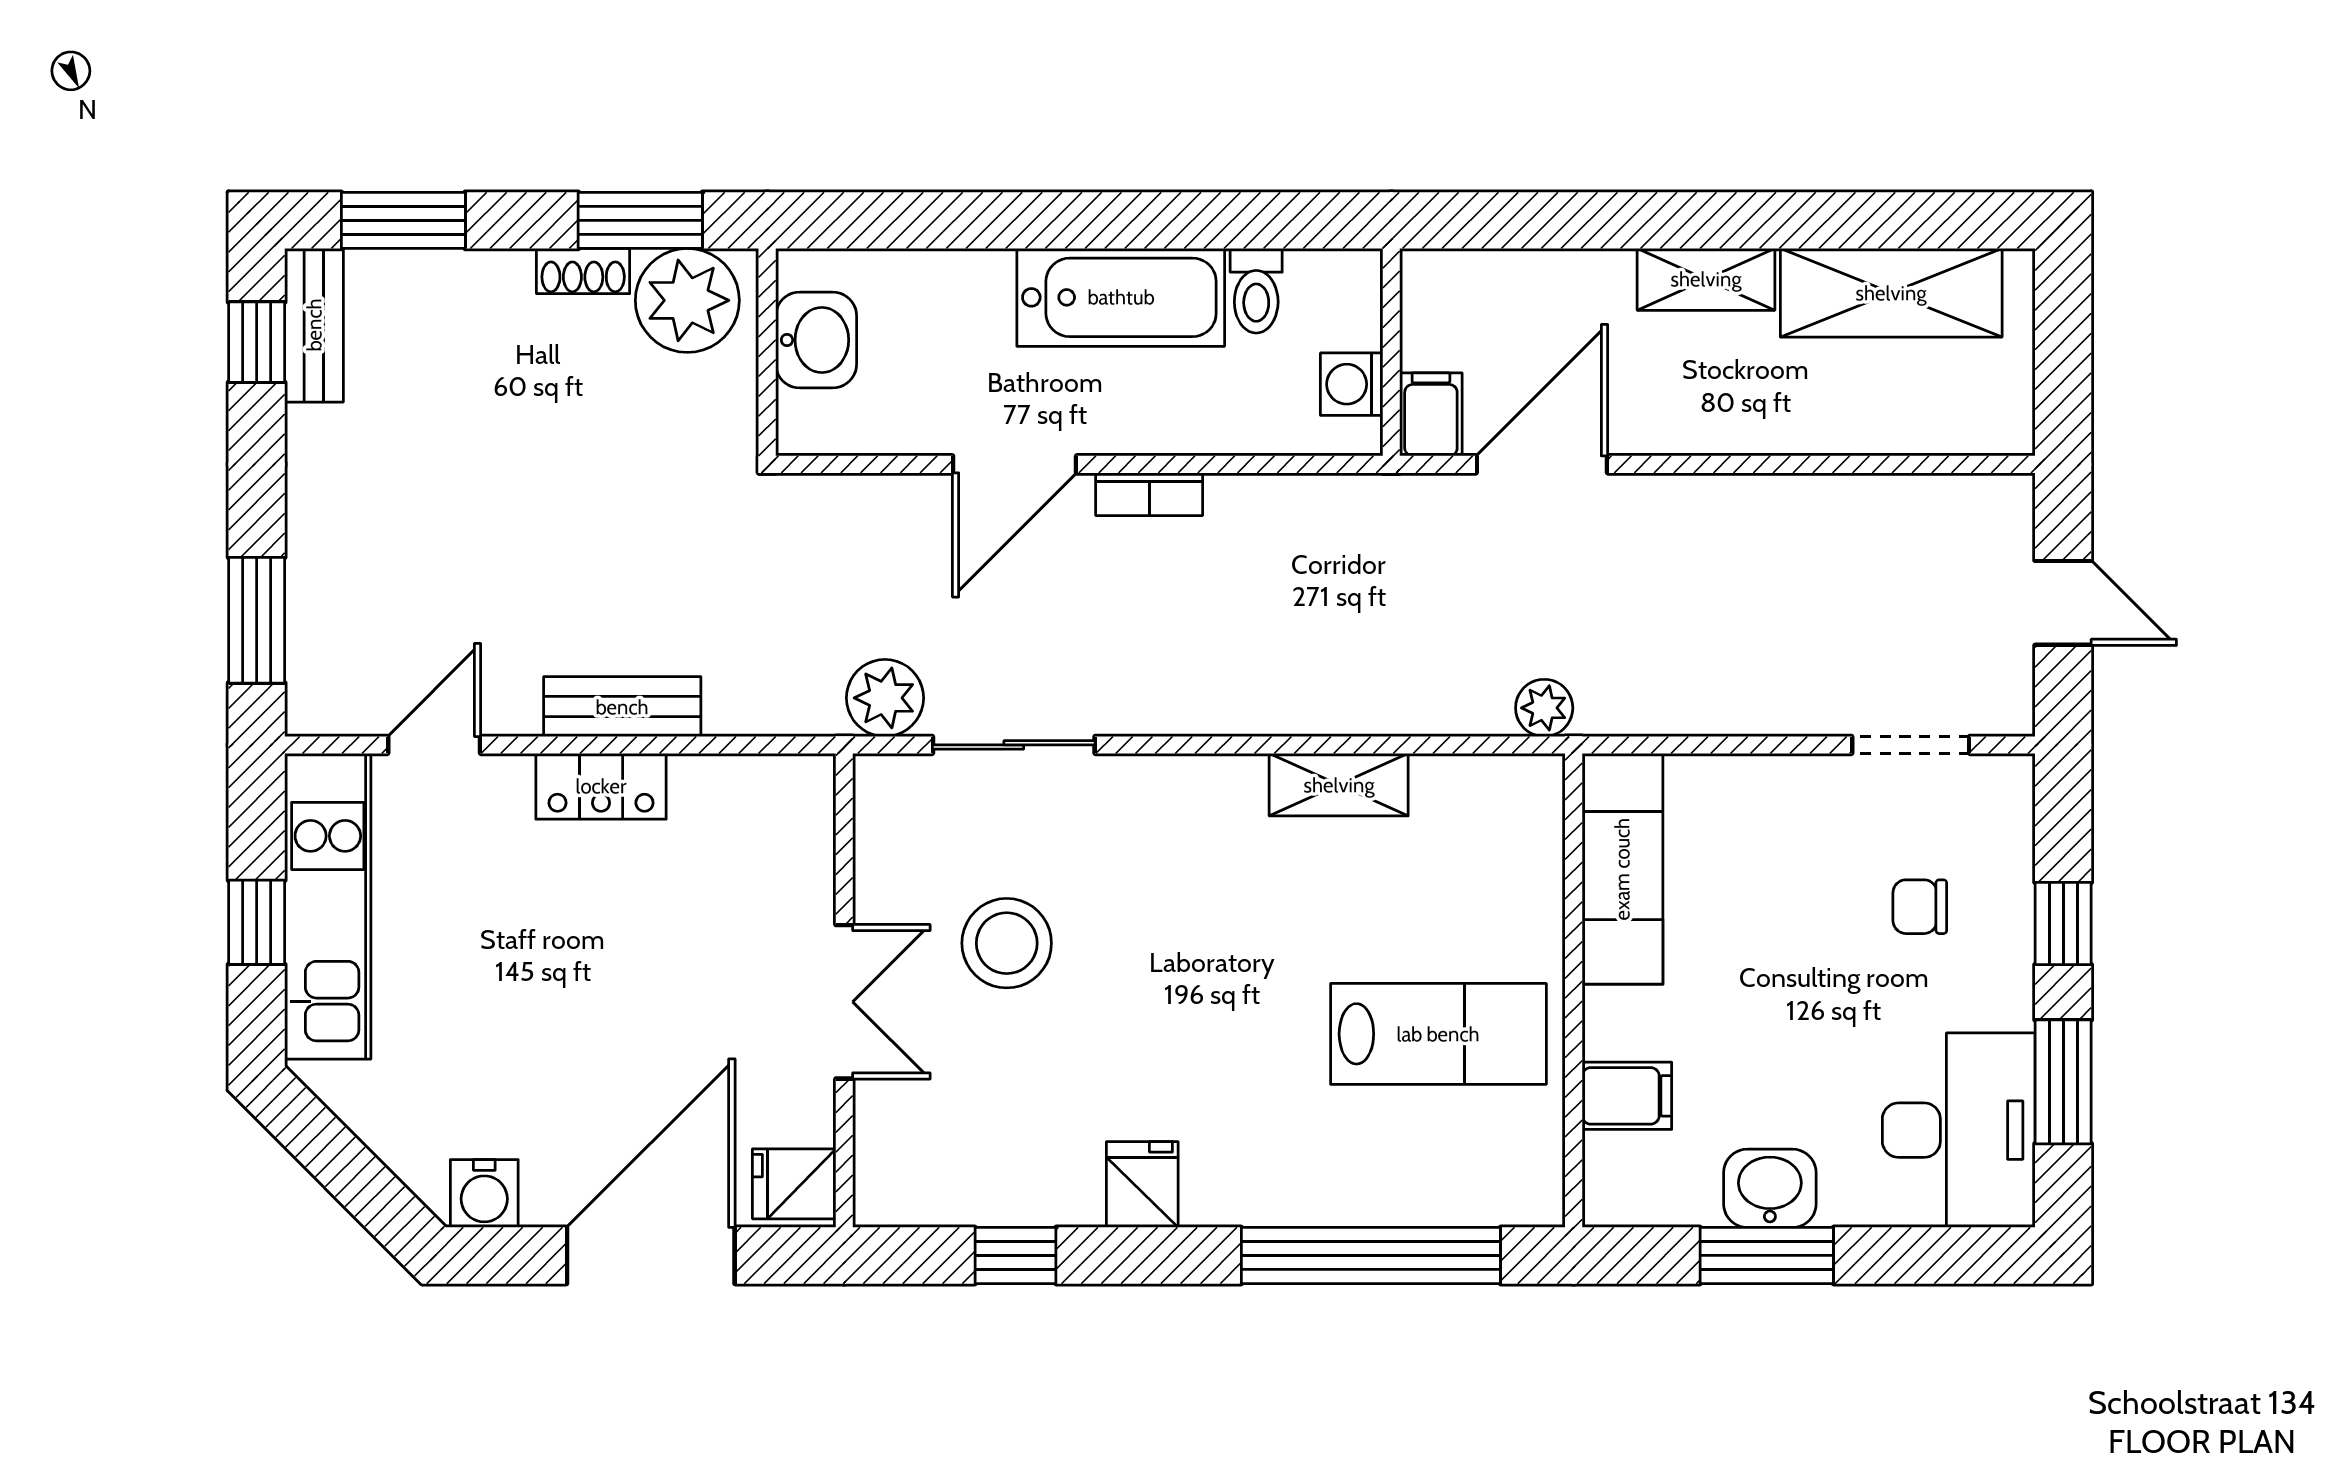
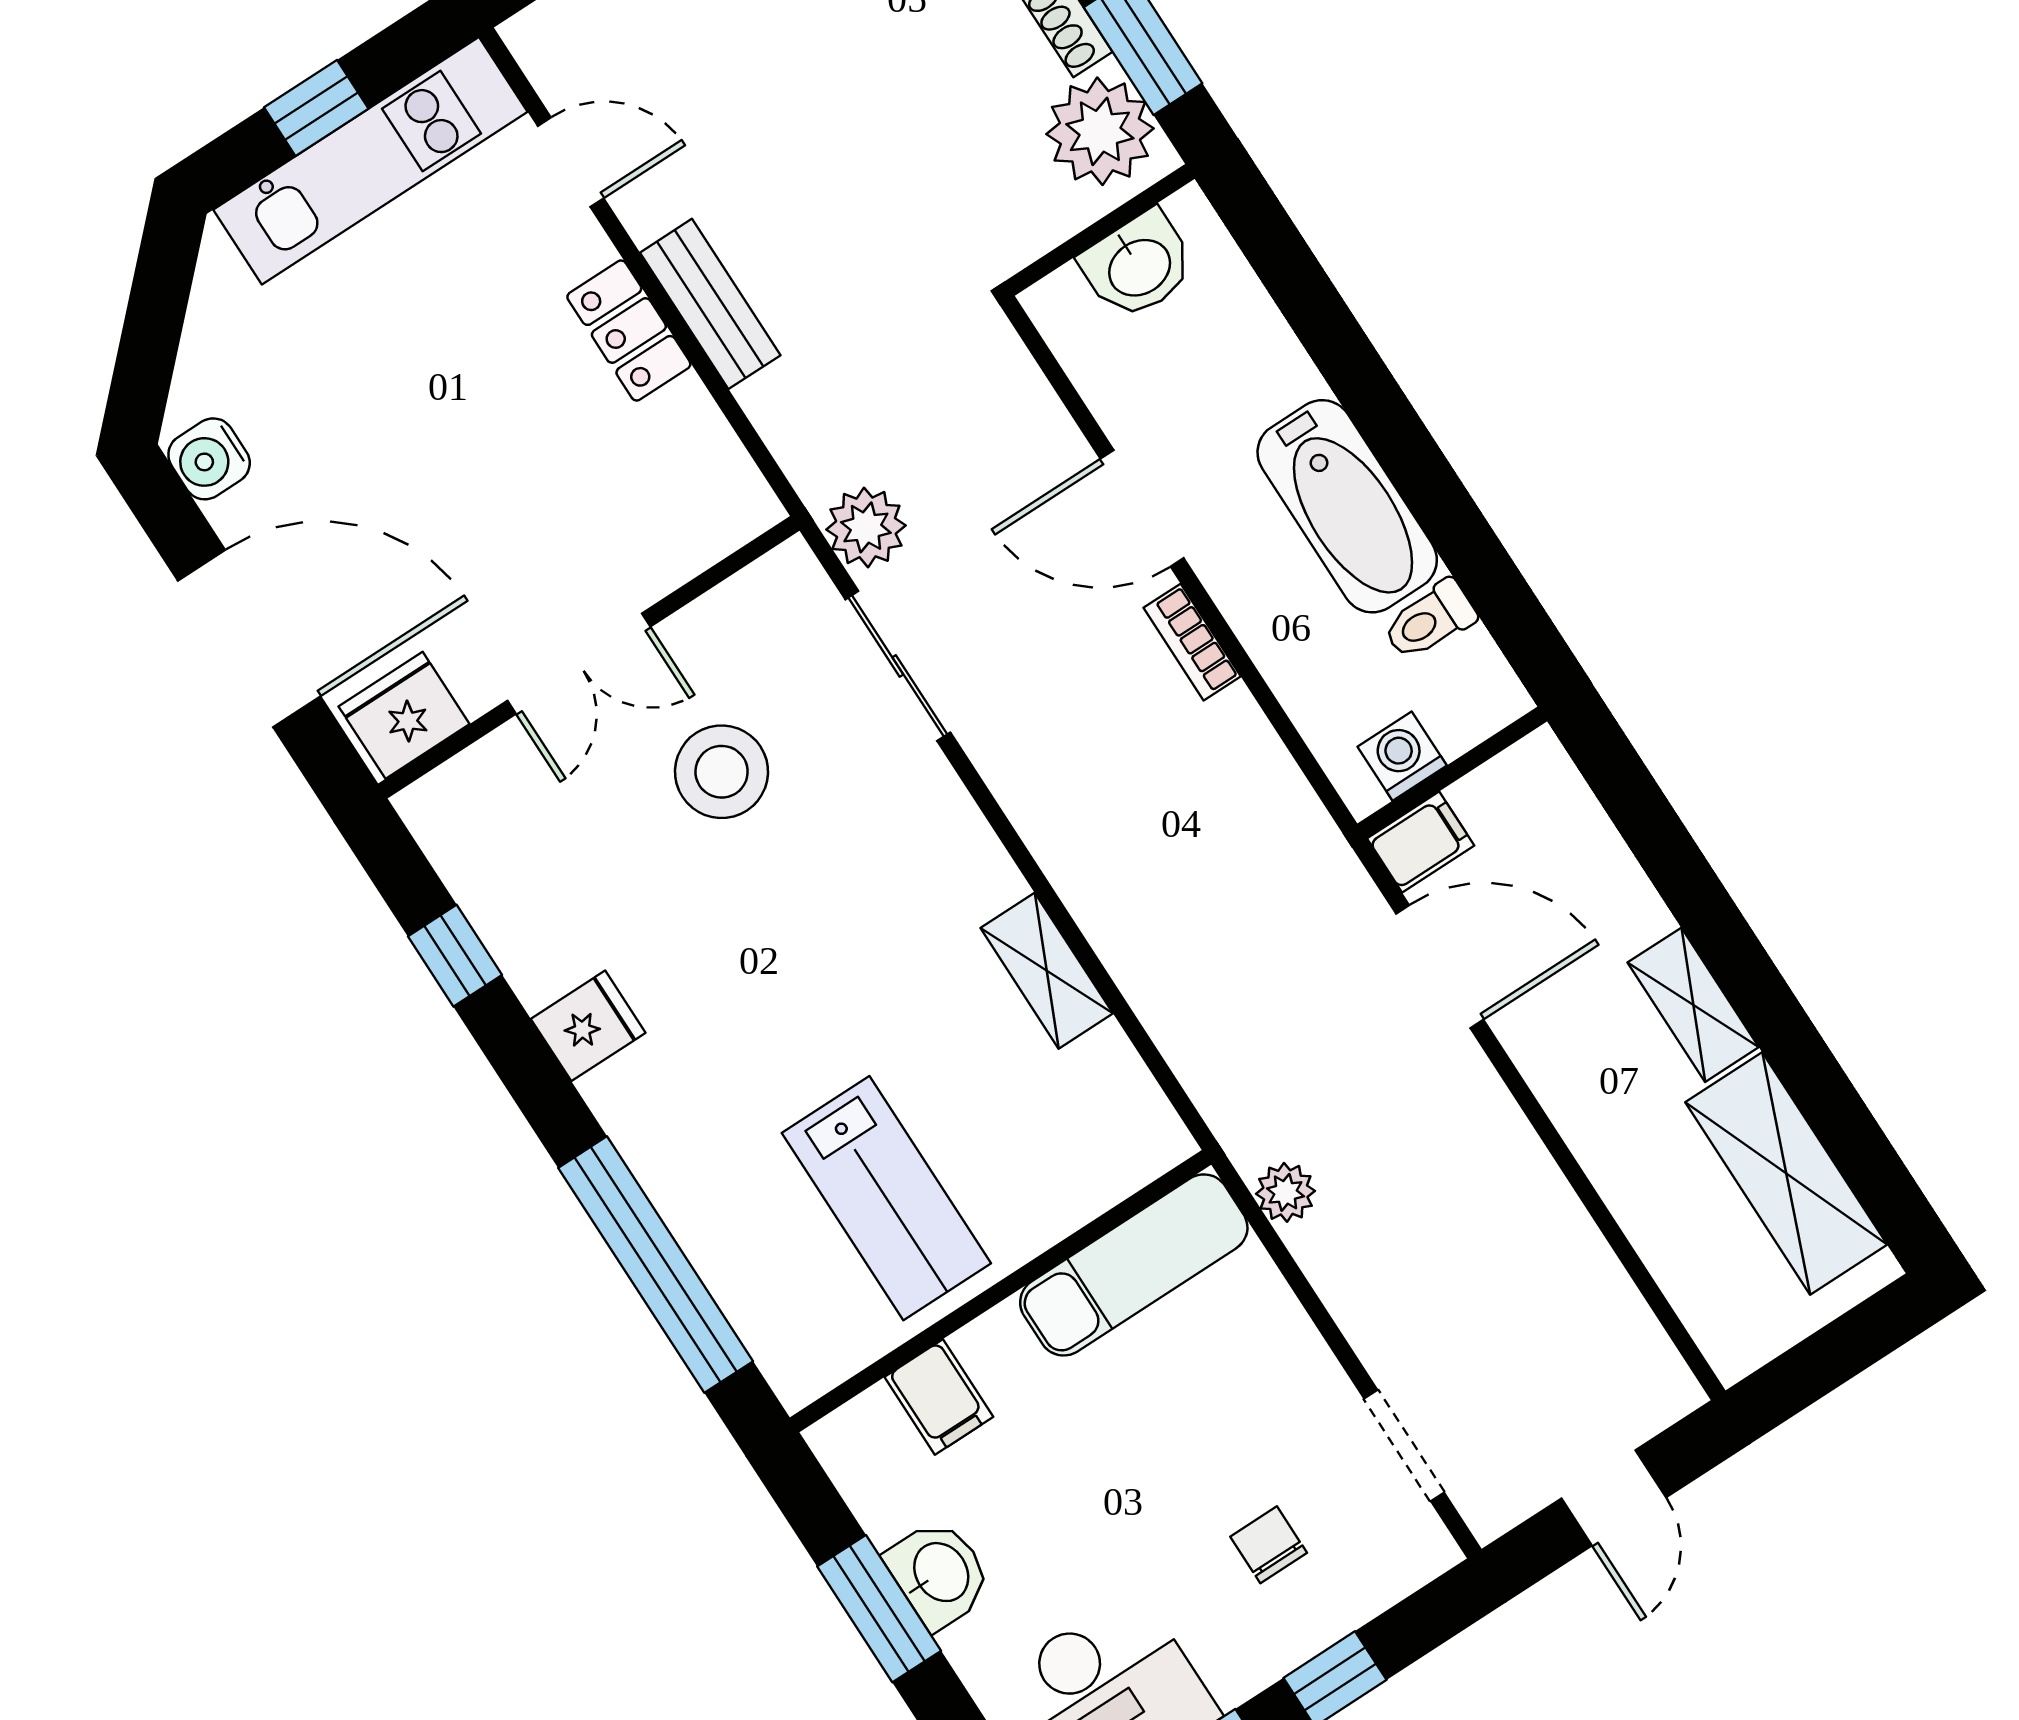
plant: (1544, 708) -> (1285, 1192), moved
fridge: (794, 1184) -> (404, 715), width x1.38

